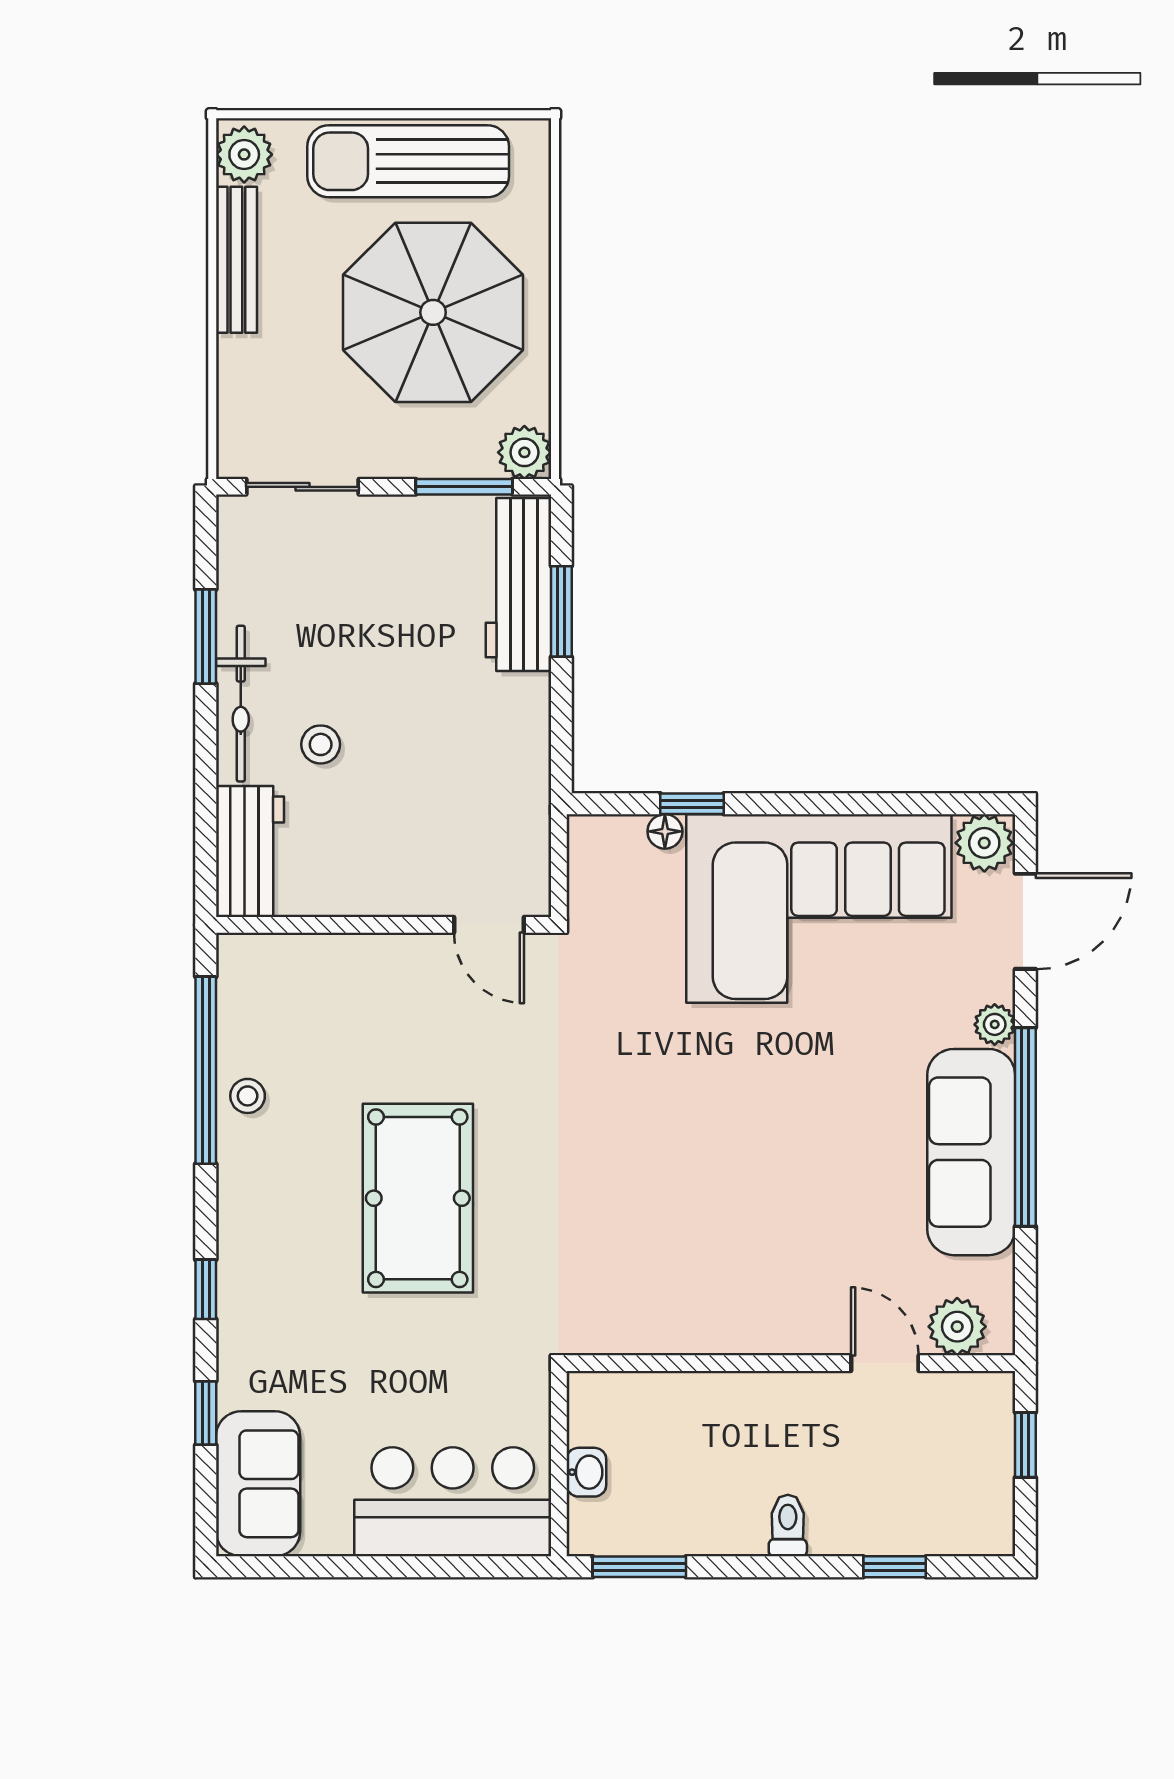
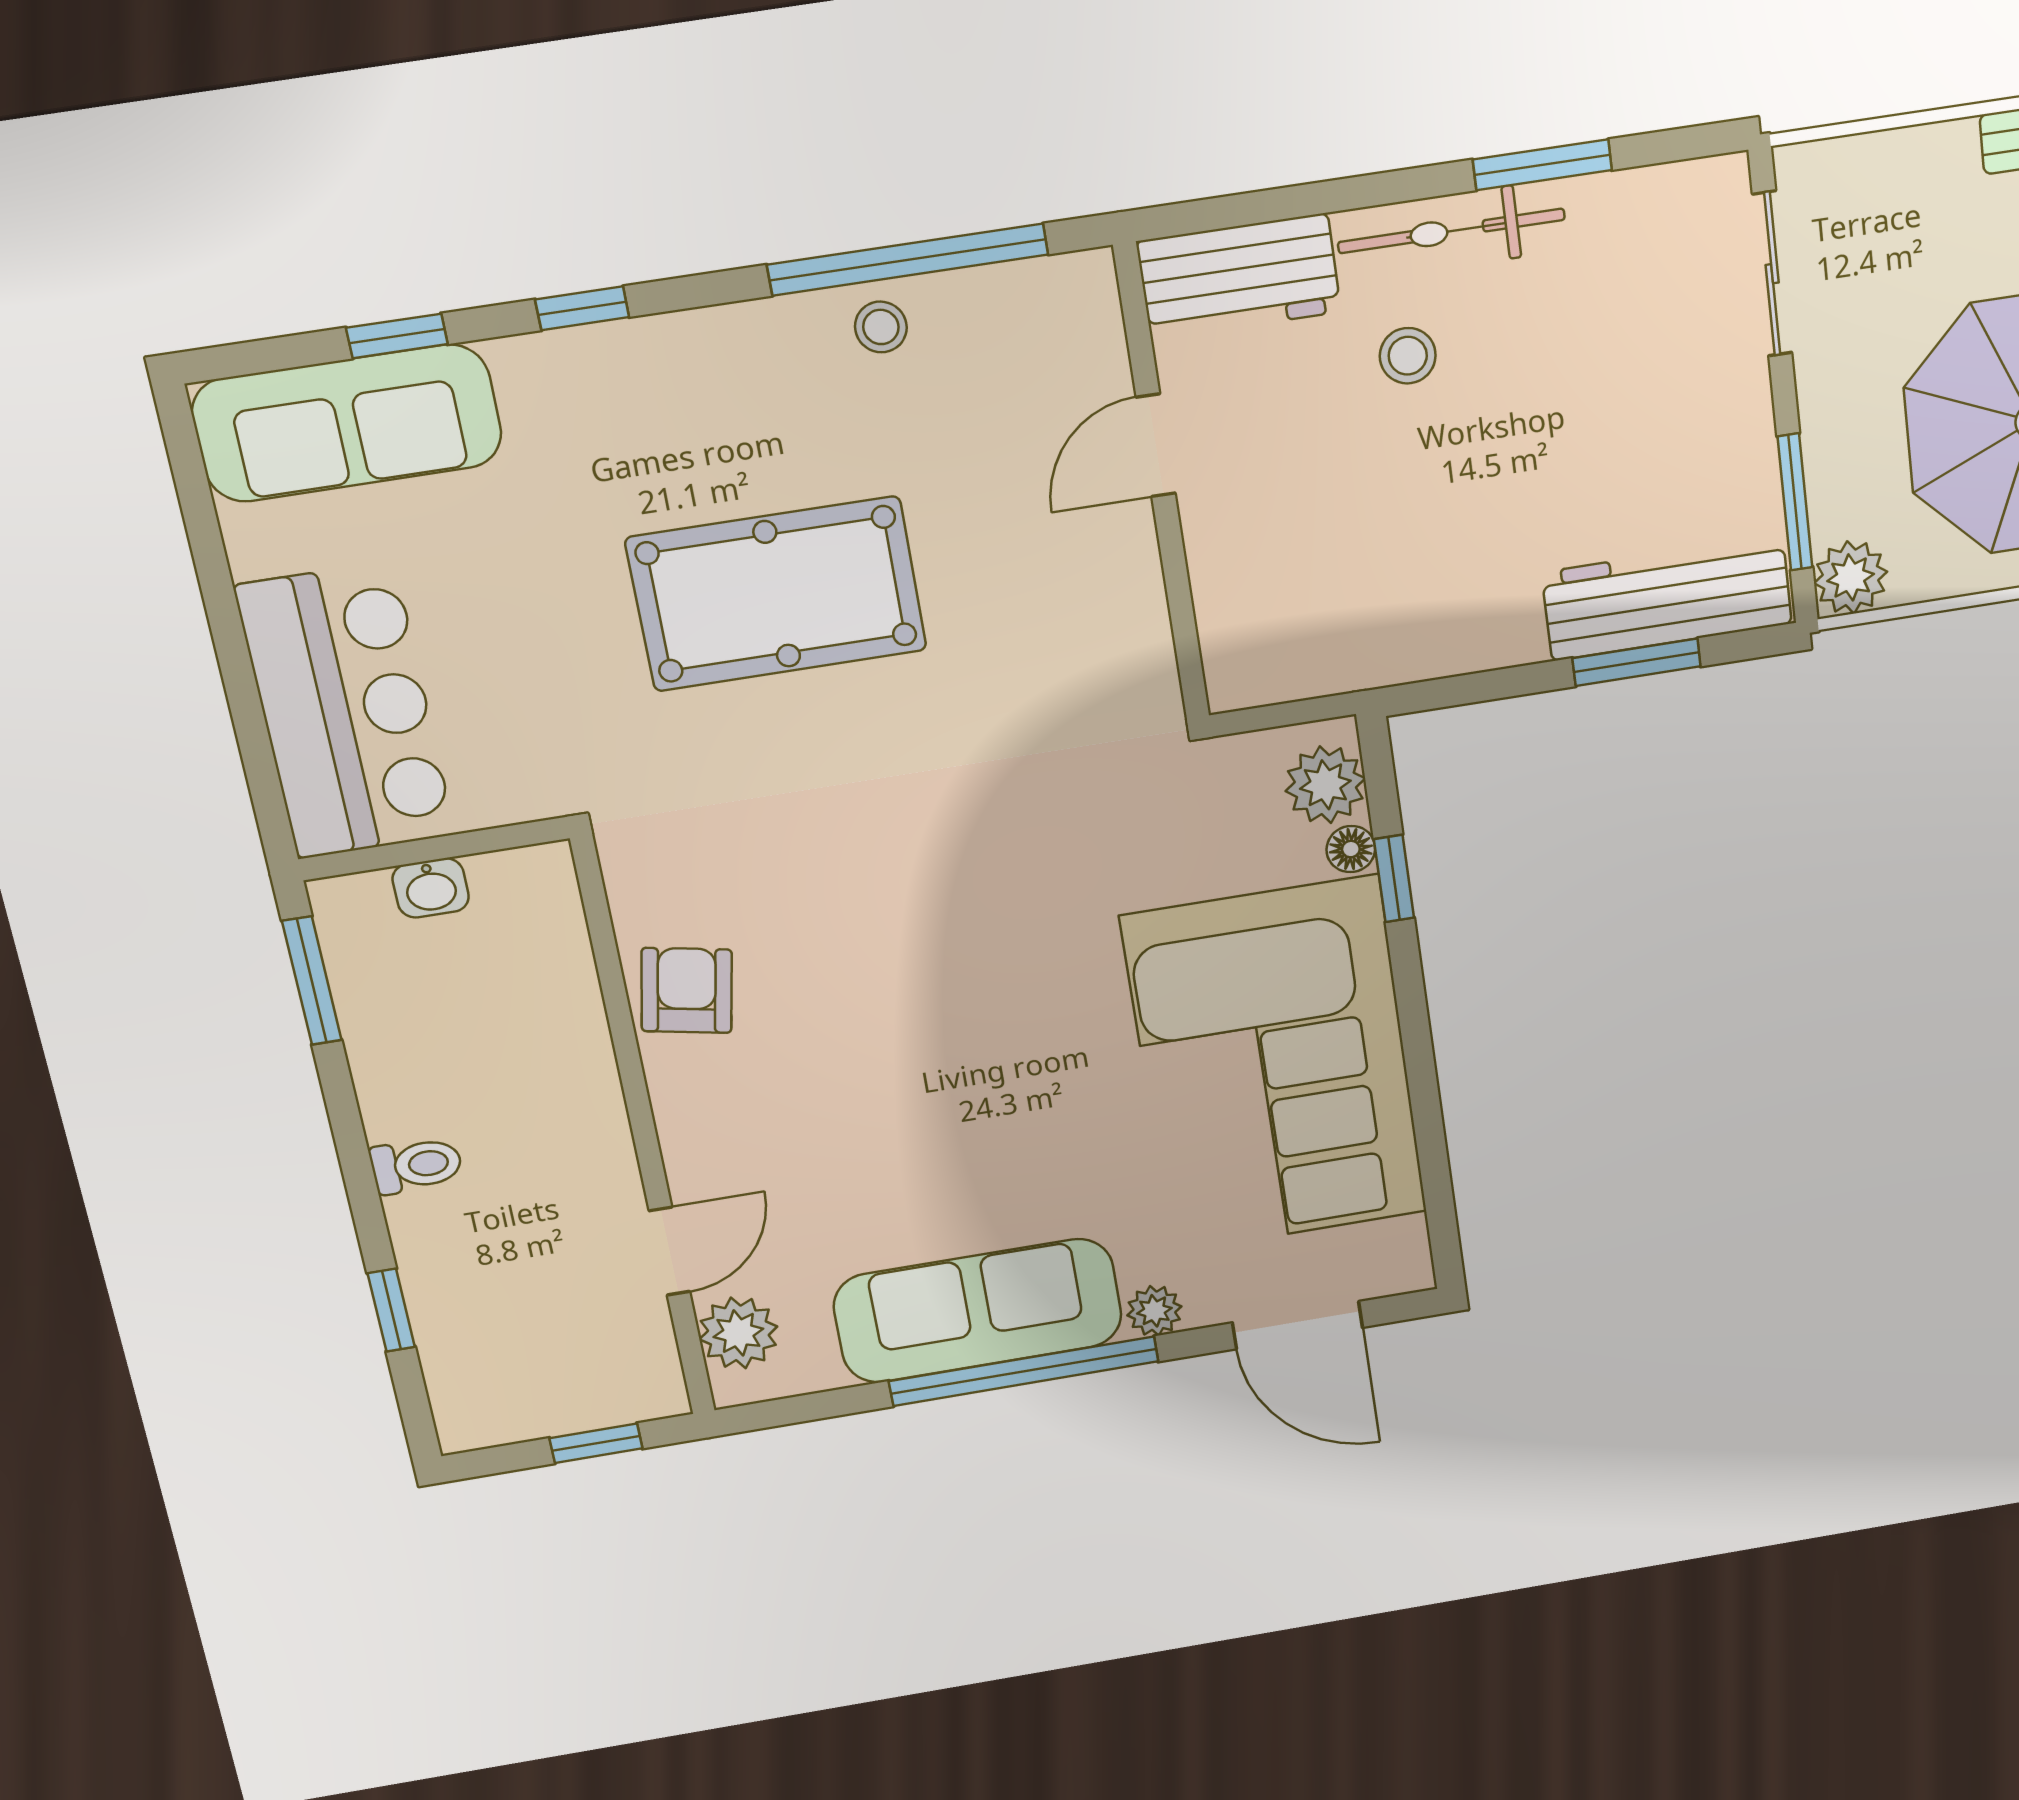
plant: (984, 843) -> (1325, 785), moved
door: (489, 925) -> (1156, 445), moved
armchair: (690, 1313) -> (687, 990), added
sofa: (258, 1484) -> (347, 423), width x1.36

